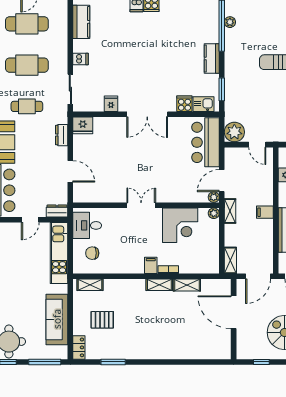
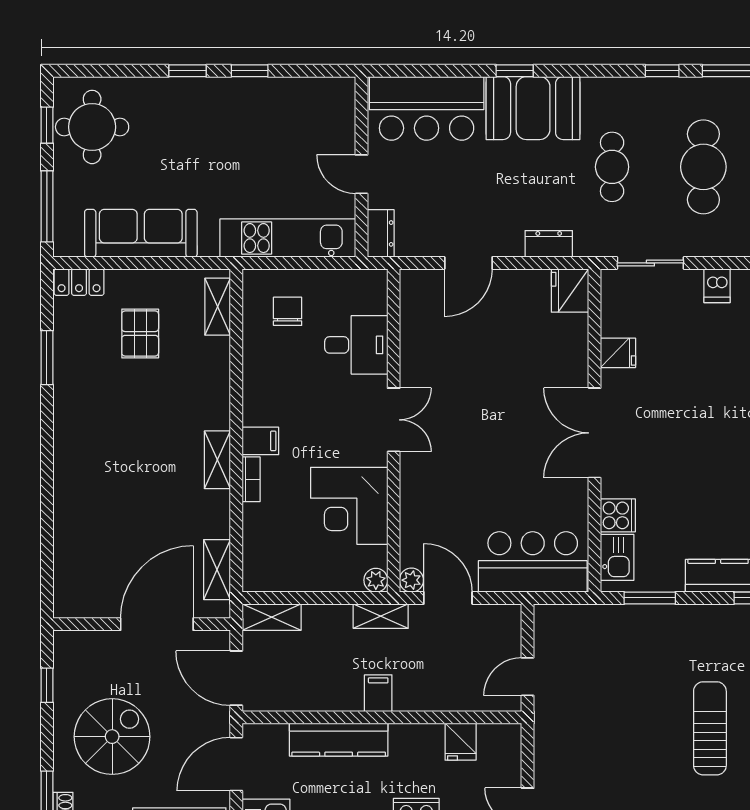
plant: (234, 132) -> (555, 626), removed
desk: (87, 225) -> (356, 345), moved, turned 90
shelving: (187, 285) -> (217, 570), moved

